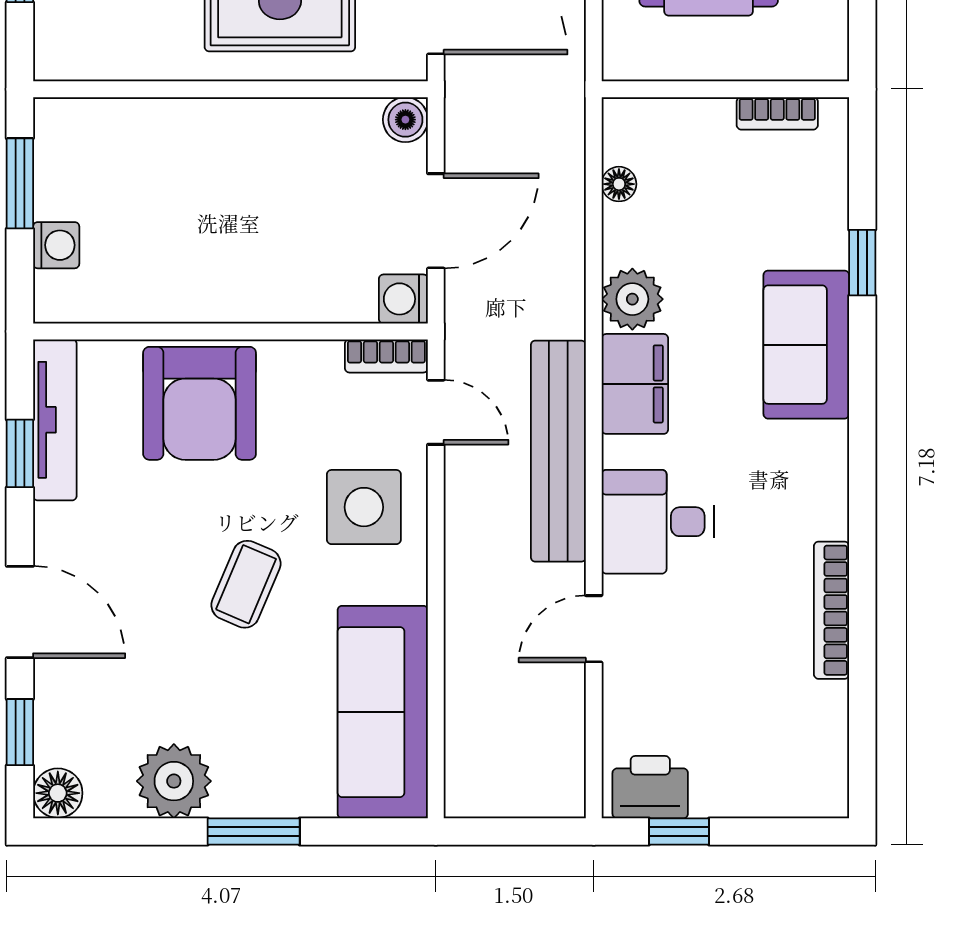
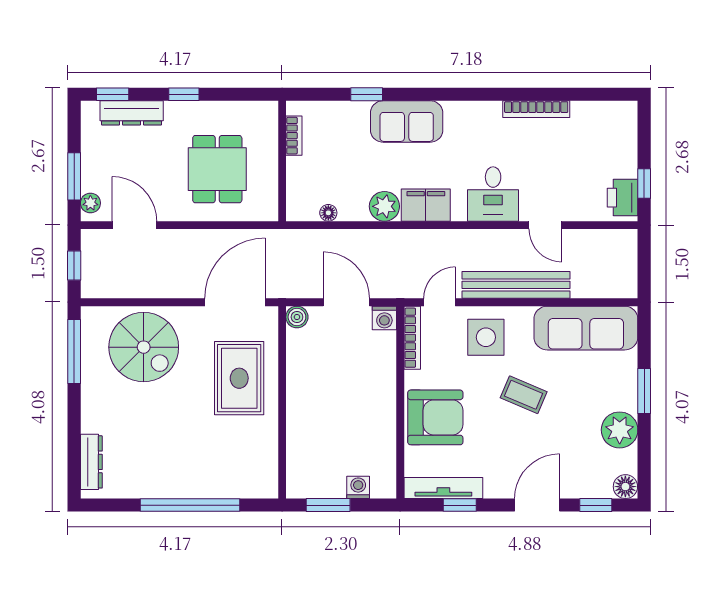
bookcase: (386, 356) -> (412, 338), width x1.56
bench: (558, 451) -> (516, 285), moved

